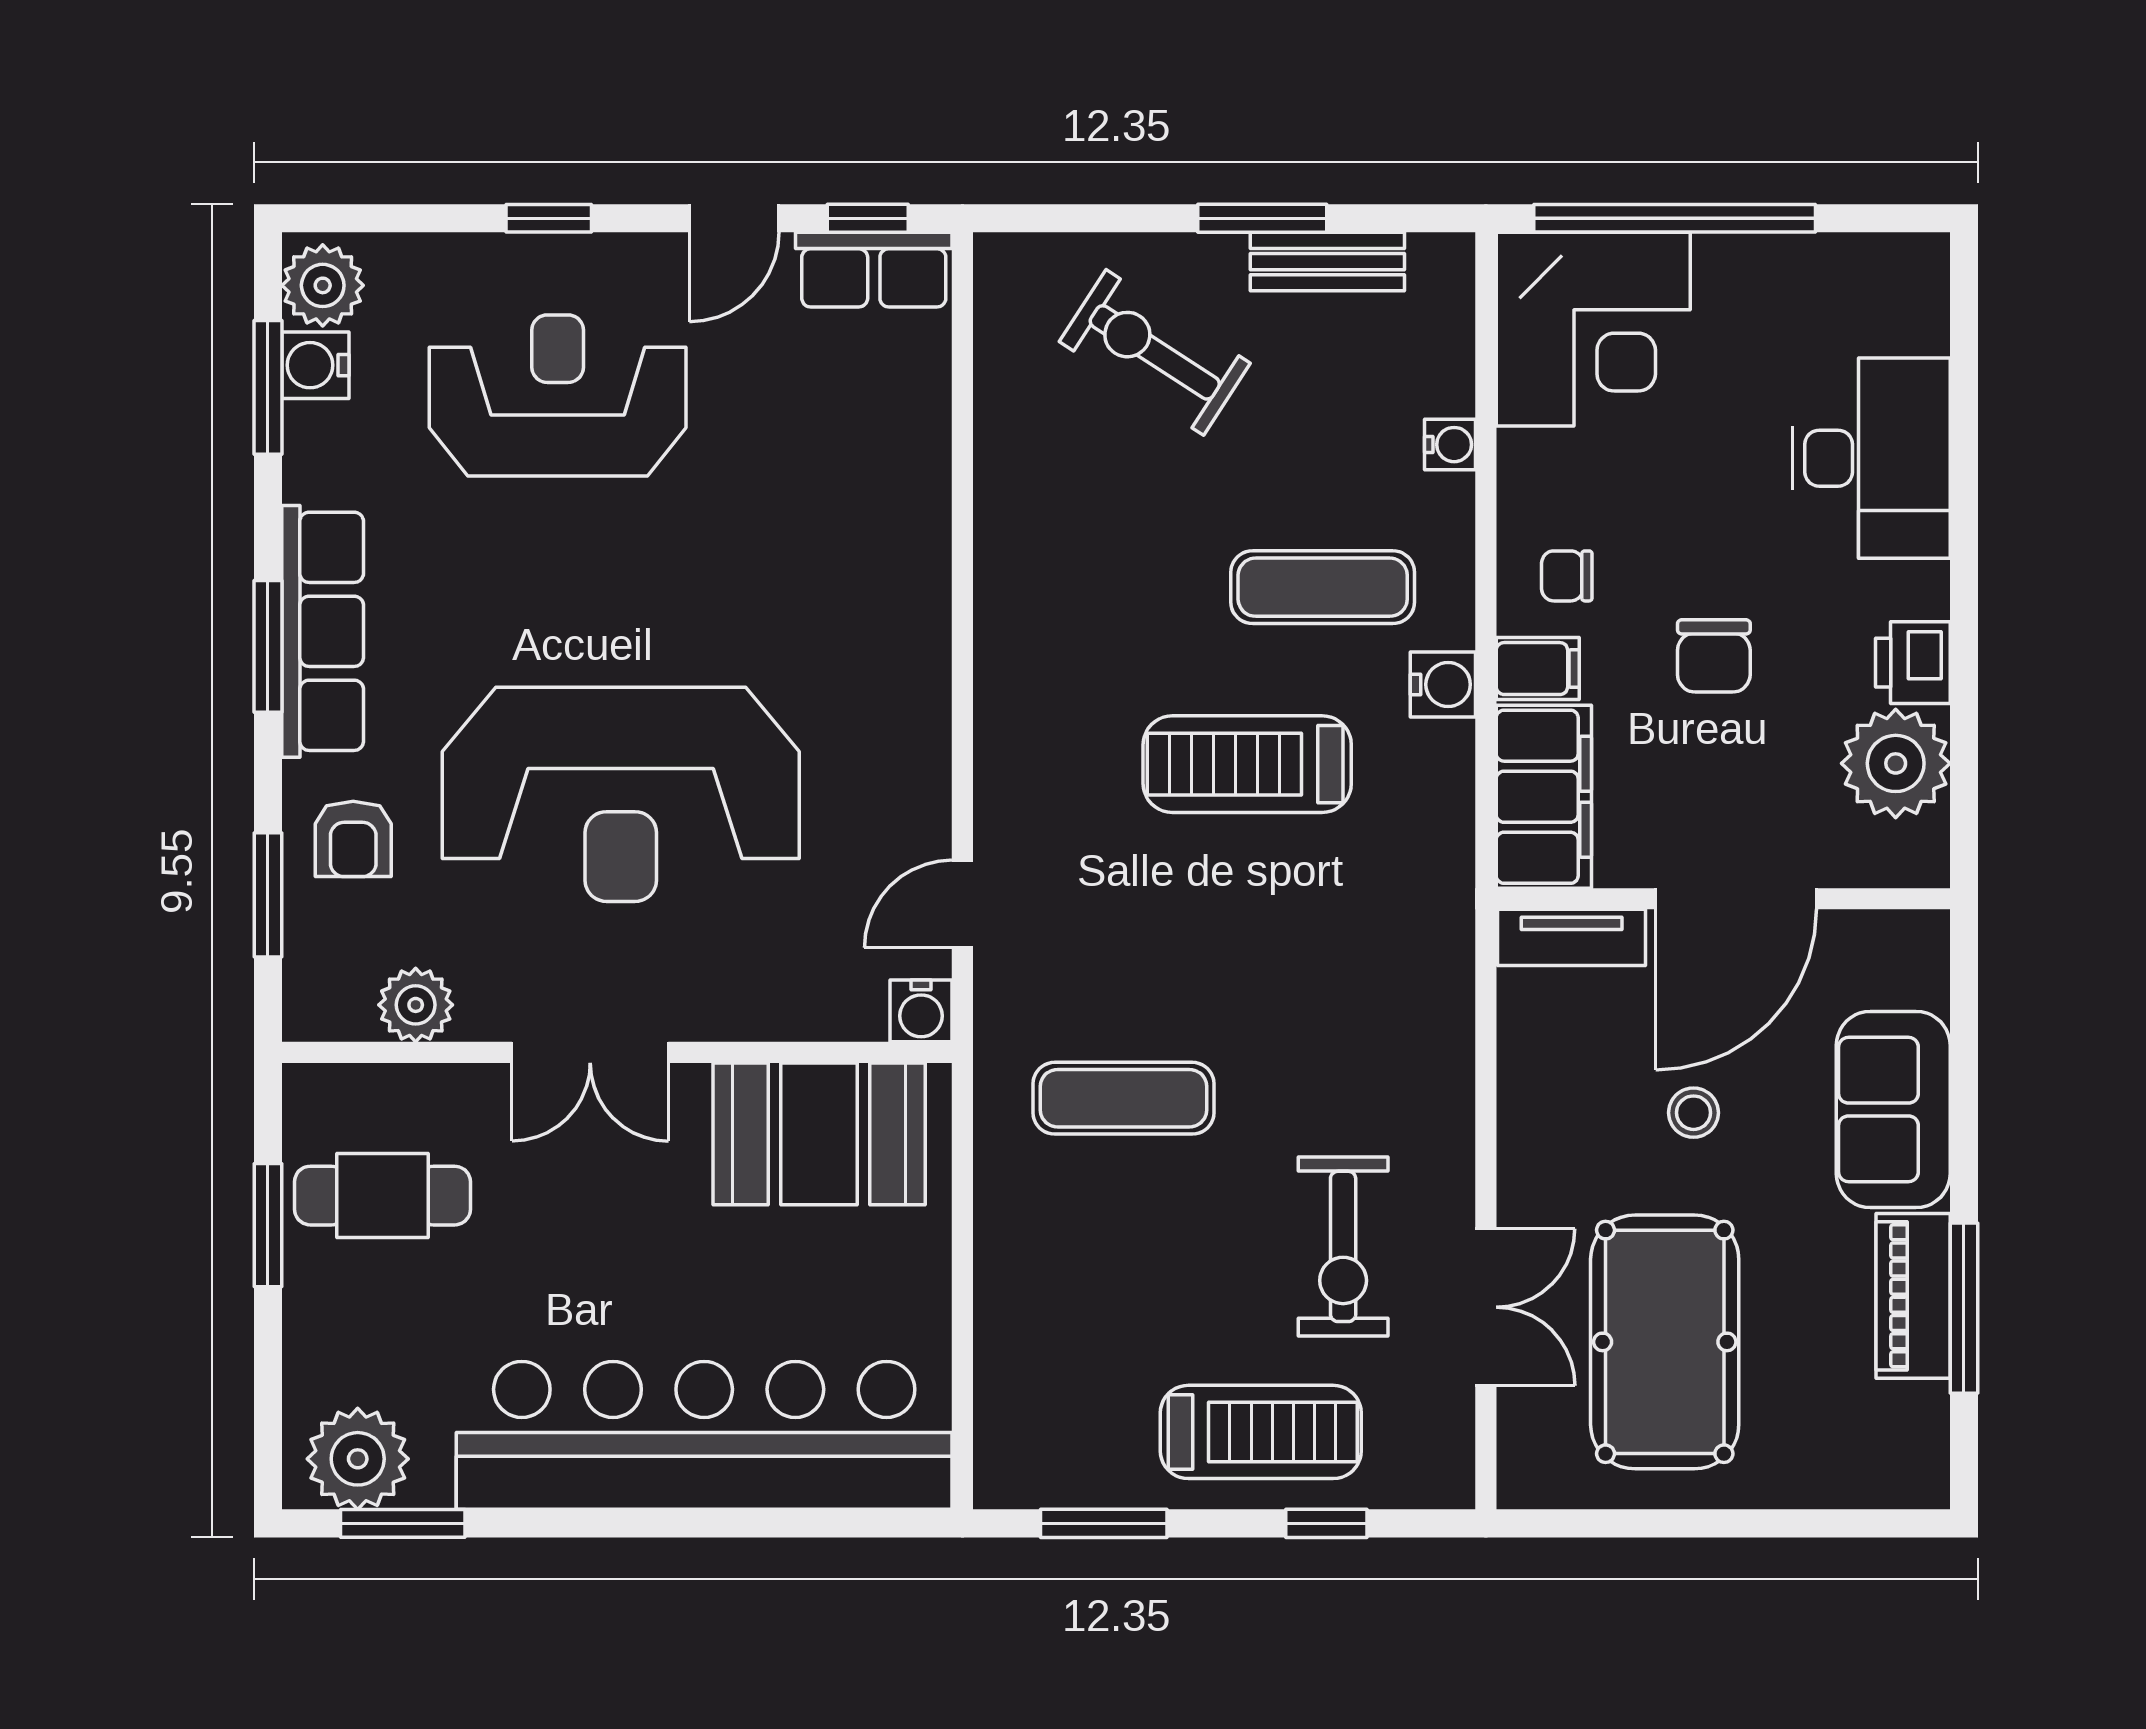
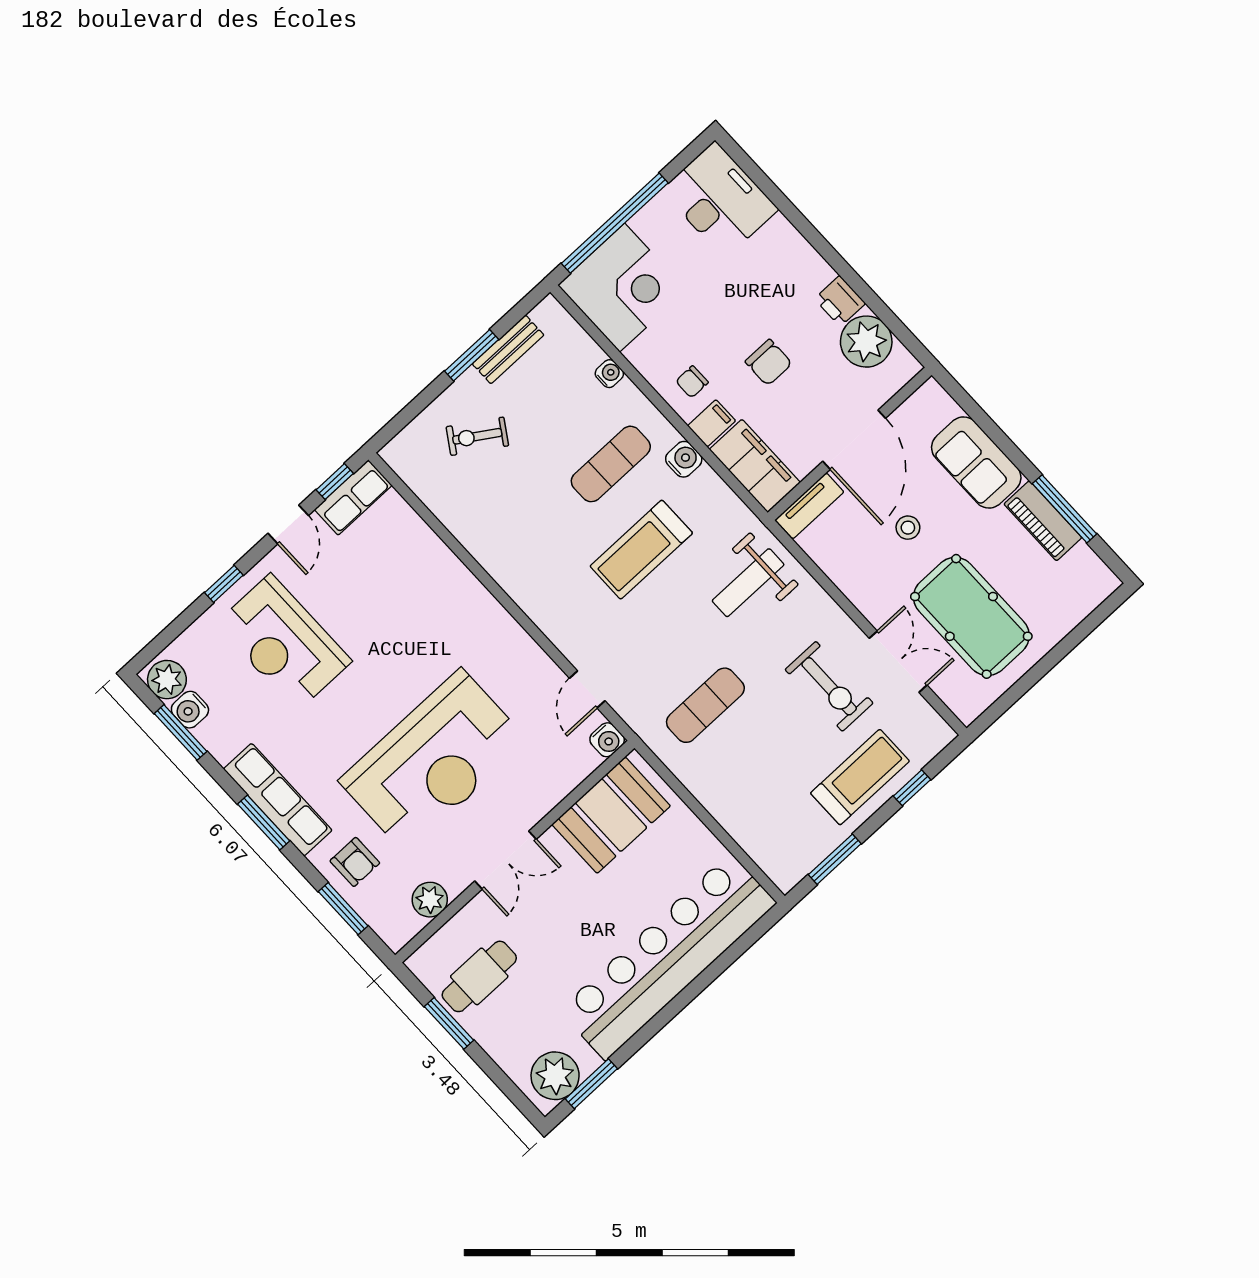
exercise bike: (1155, 352) -> (477, 436), width x0.73, depth x0.72
reception desk: (558, 395) -> (284, 643), turned -90
desk: (1871, 458) -> (720, 200), moved
weight bench: (1366, 969) -> (748, 583), added

